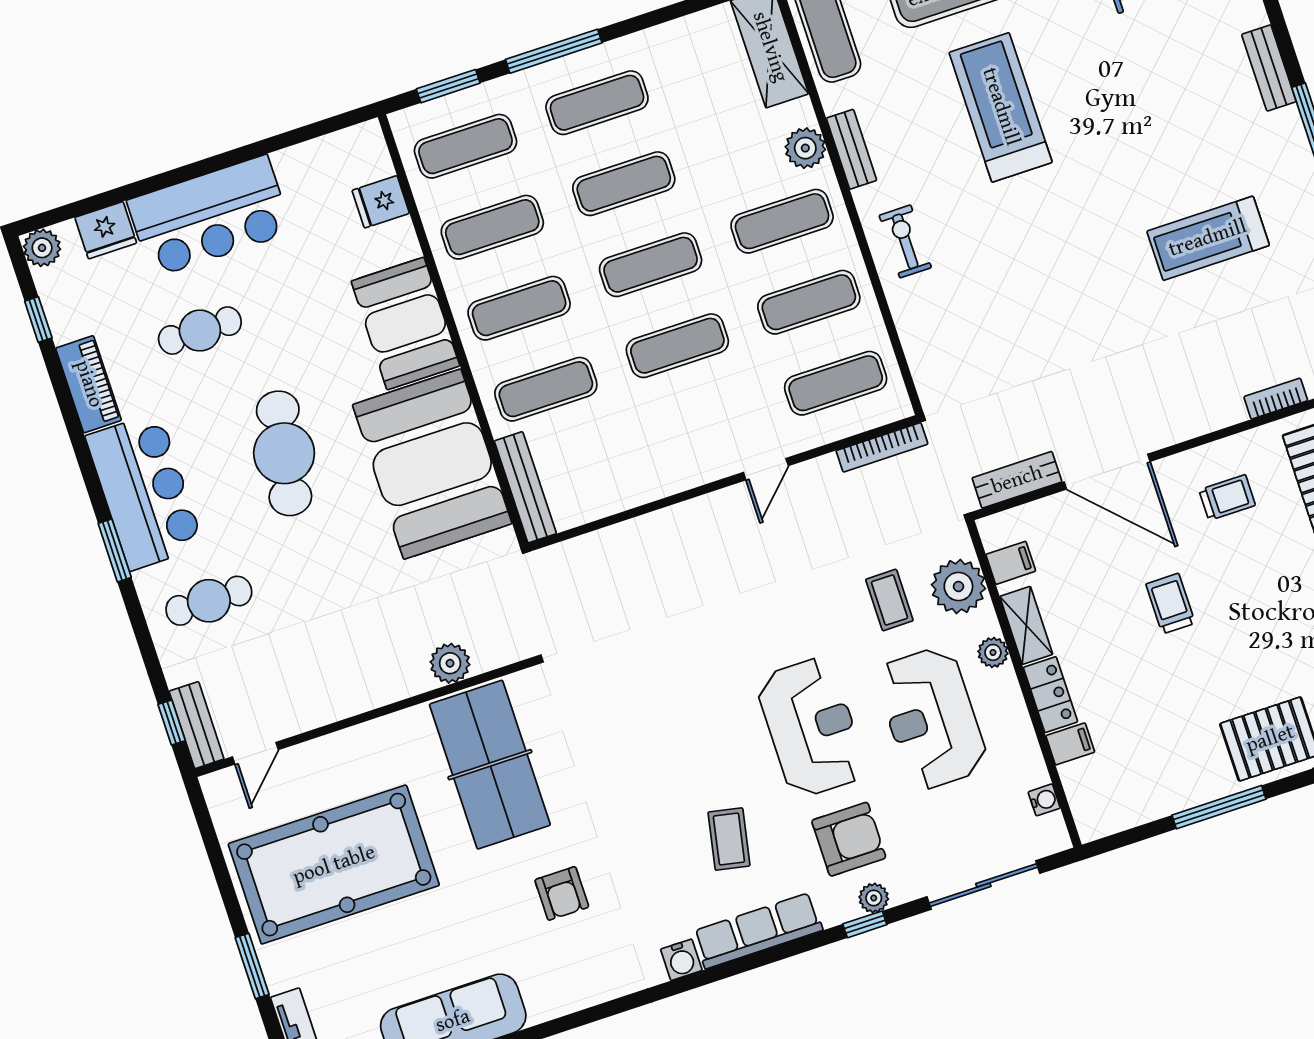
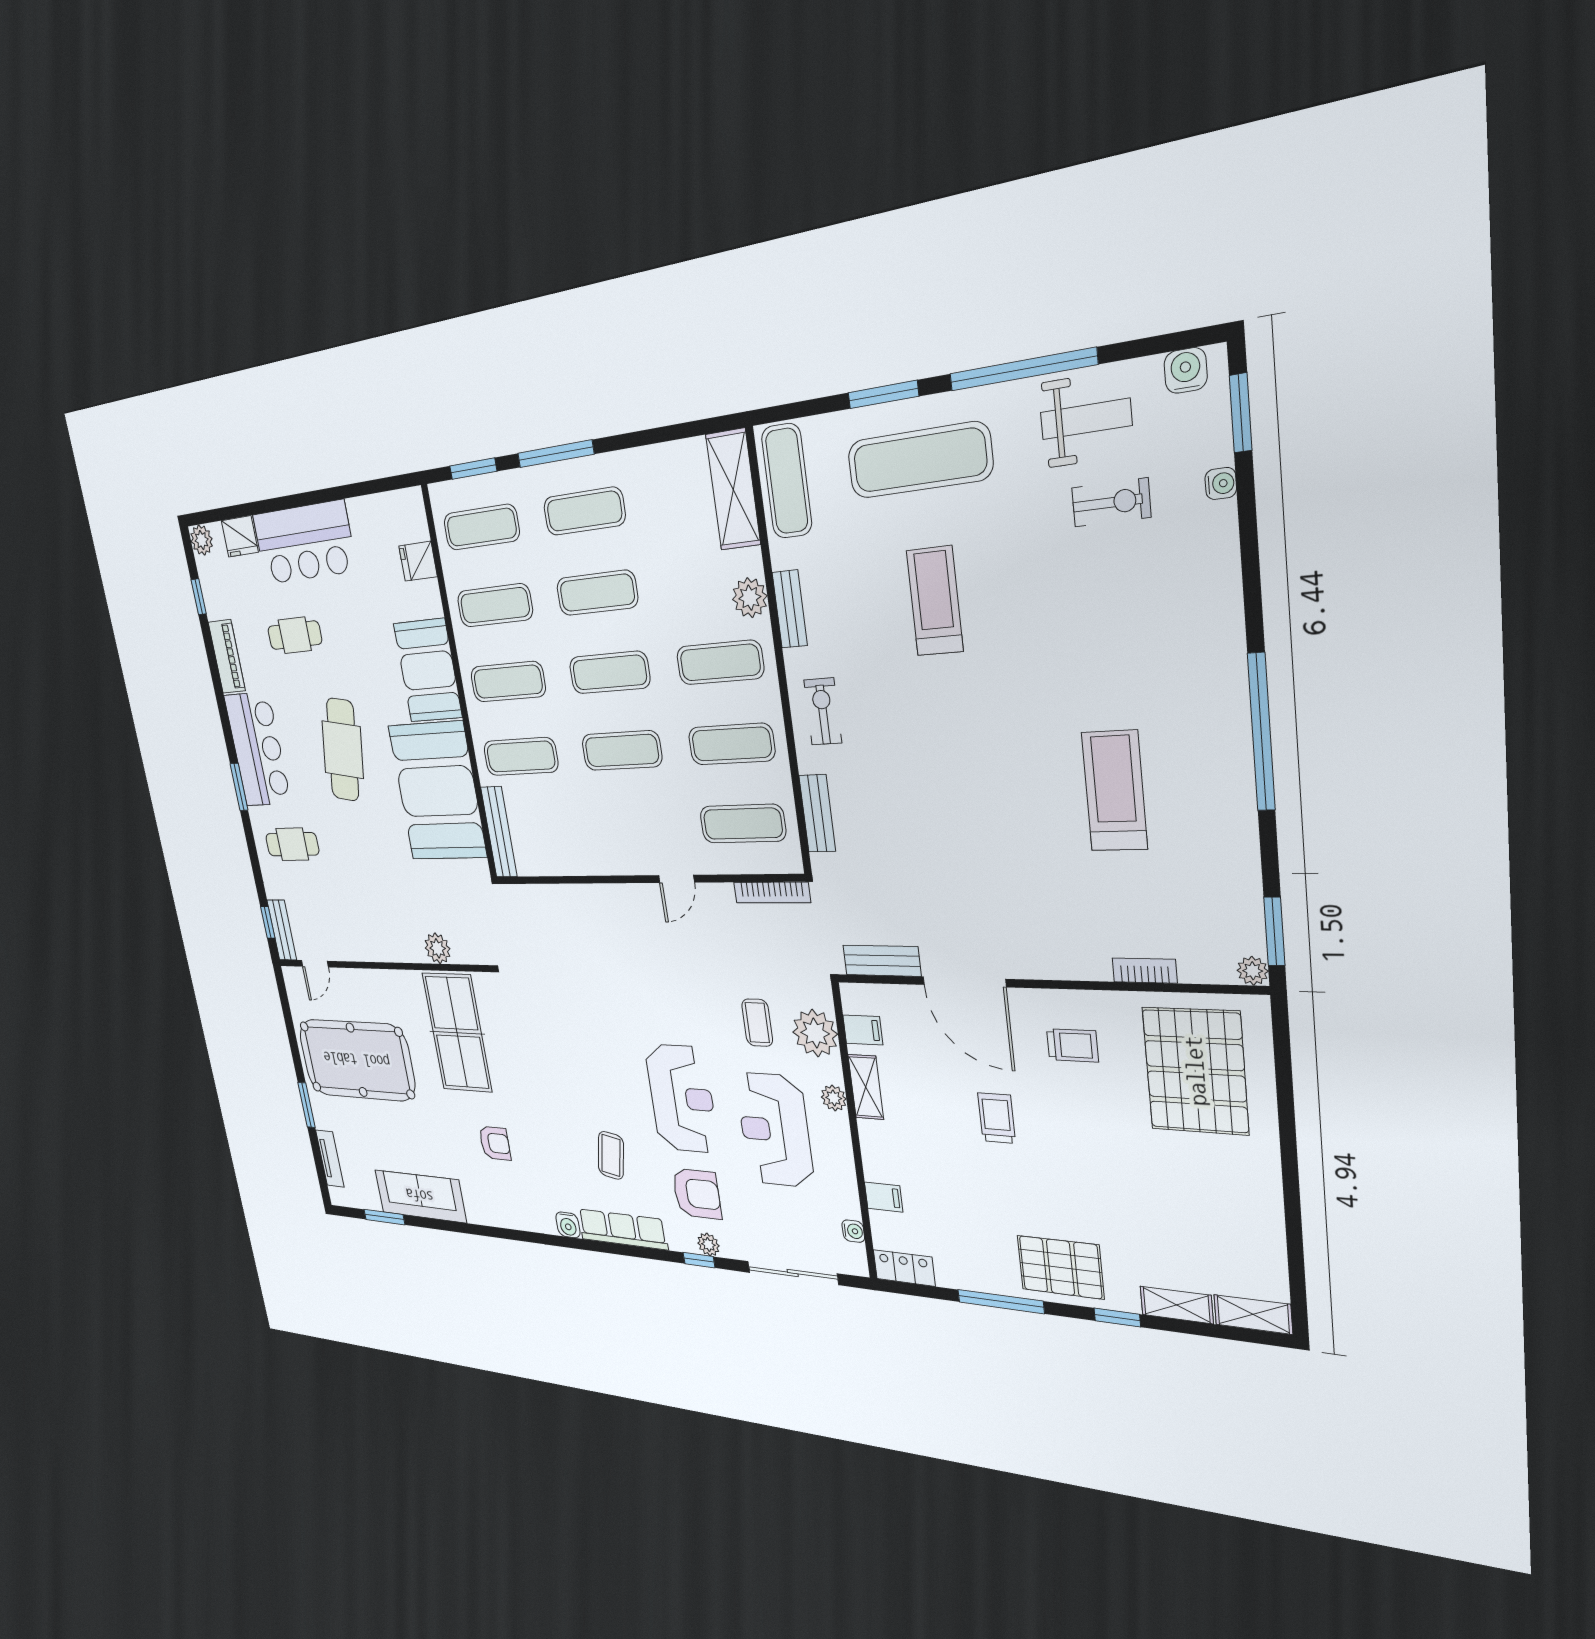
bench: (1269, 68) -> (817, 813), moved
treadmill: (1001, 107) -> (935, 601), width x0.73, depth x0.73
treadmill: (1208, 238) -> (1114, 791), turned 90
locker: (1050, 695) -> (904, 1268), moved, turned -90
armchair: (562, 893) -> (495, 1143), turned -90

